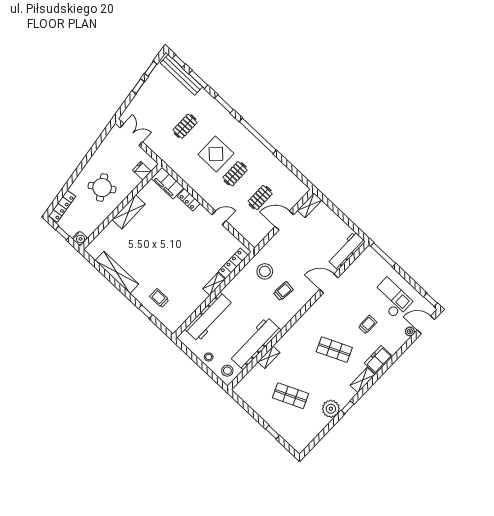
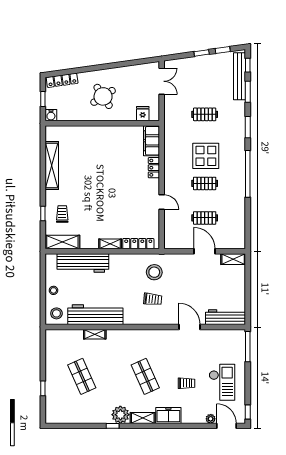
shelving: (129, 212) -> (62, 242), moved
plant: (331, 409) -> (120, 415), moved

